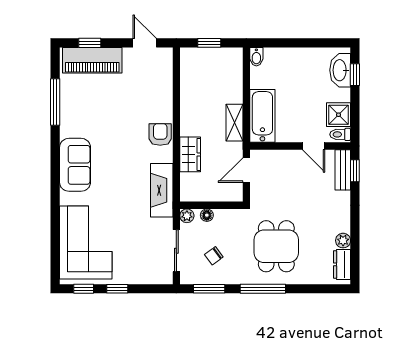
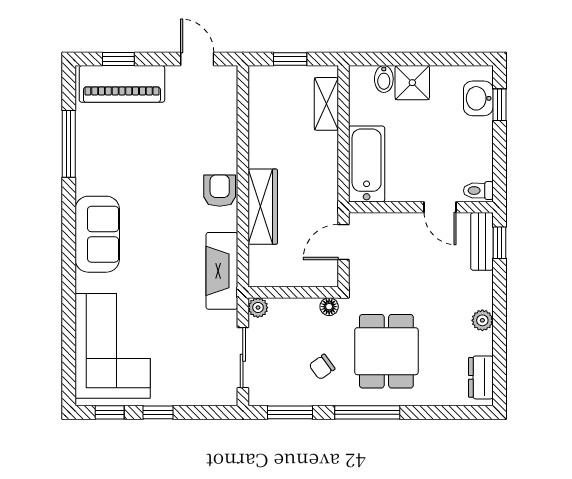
bidet: (256, 57) -> (384, 79), moved
washbasin: (340, 70) -> (478, 98), width x0.72
shower: (339, 115) -> (412, 83), moved
shelving: (234, 123) -> (326, 104), moved
wardrobe: (190, 154) -> (263, 207), width x1.50
floor lamp: (207, 215) -> (329, 307), moved
plant: (343, 241) -> (482, 320), moved
chair: (214, 256) -> (322, 367), moved

